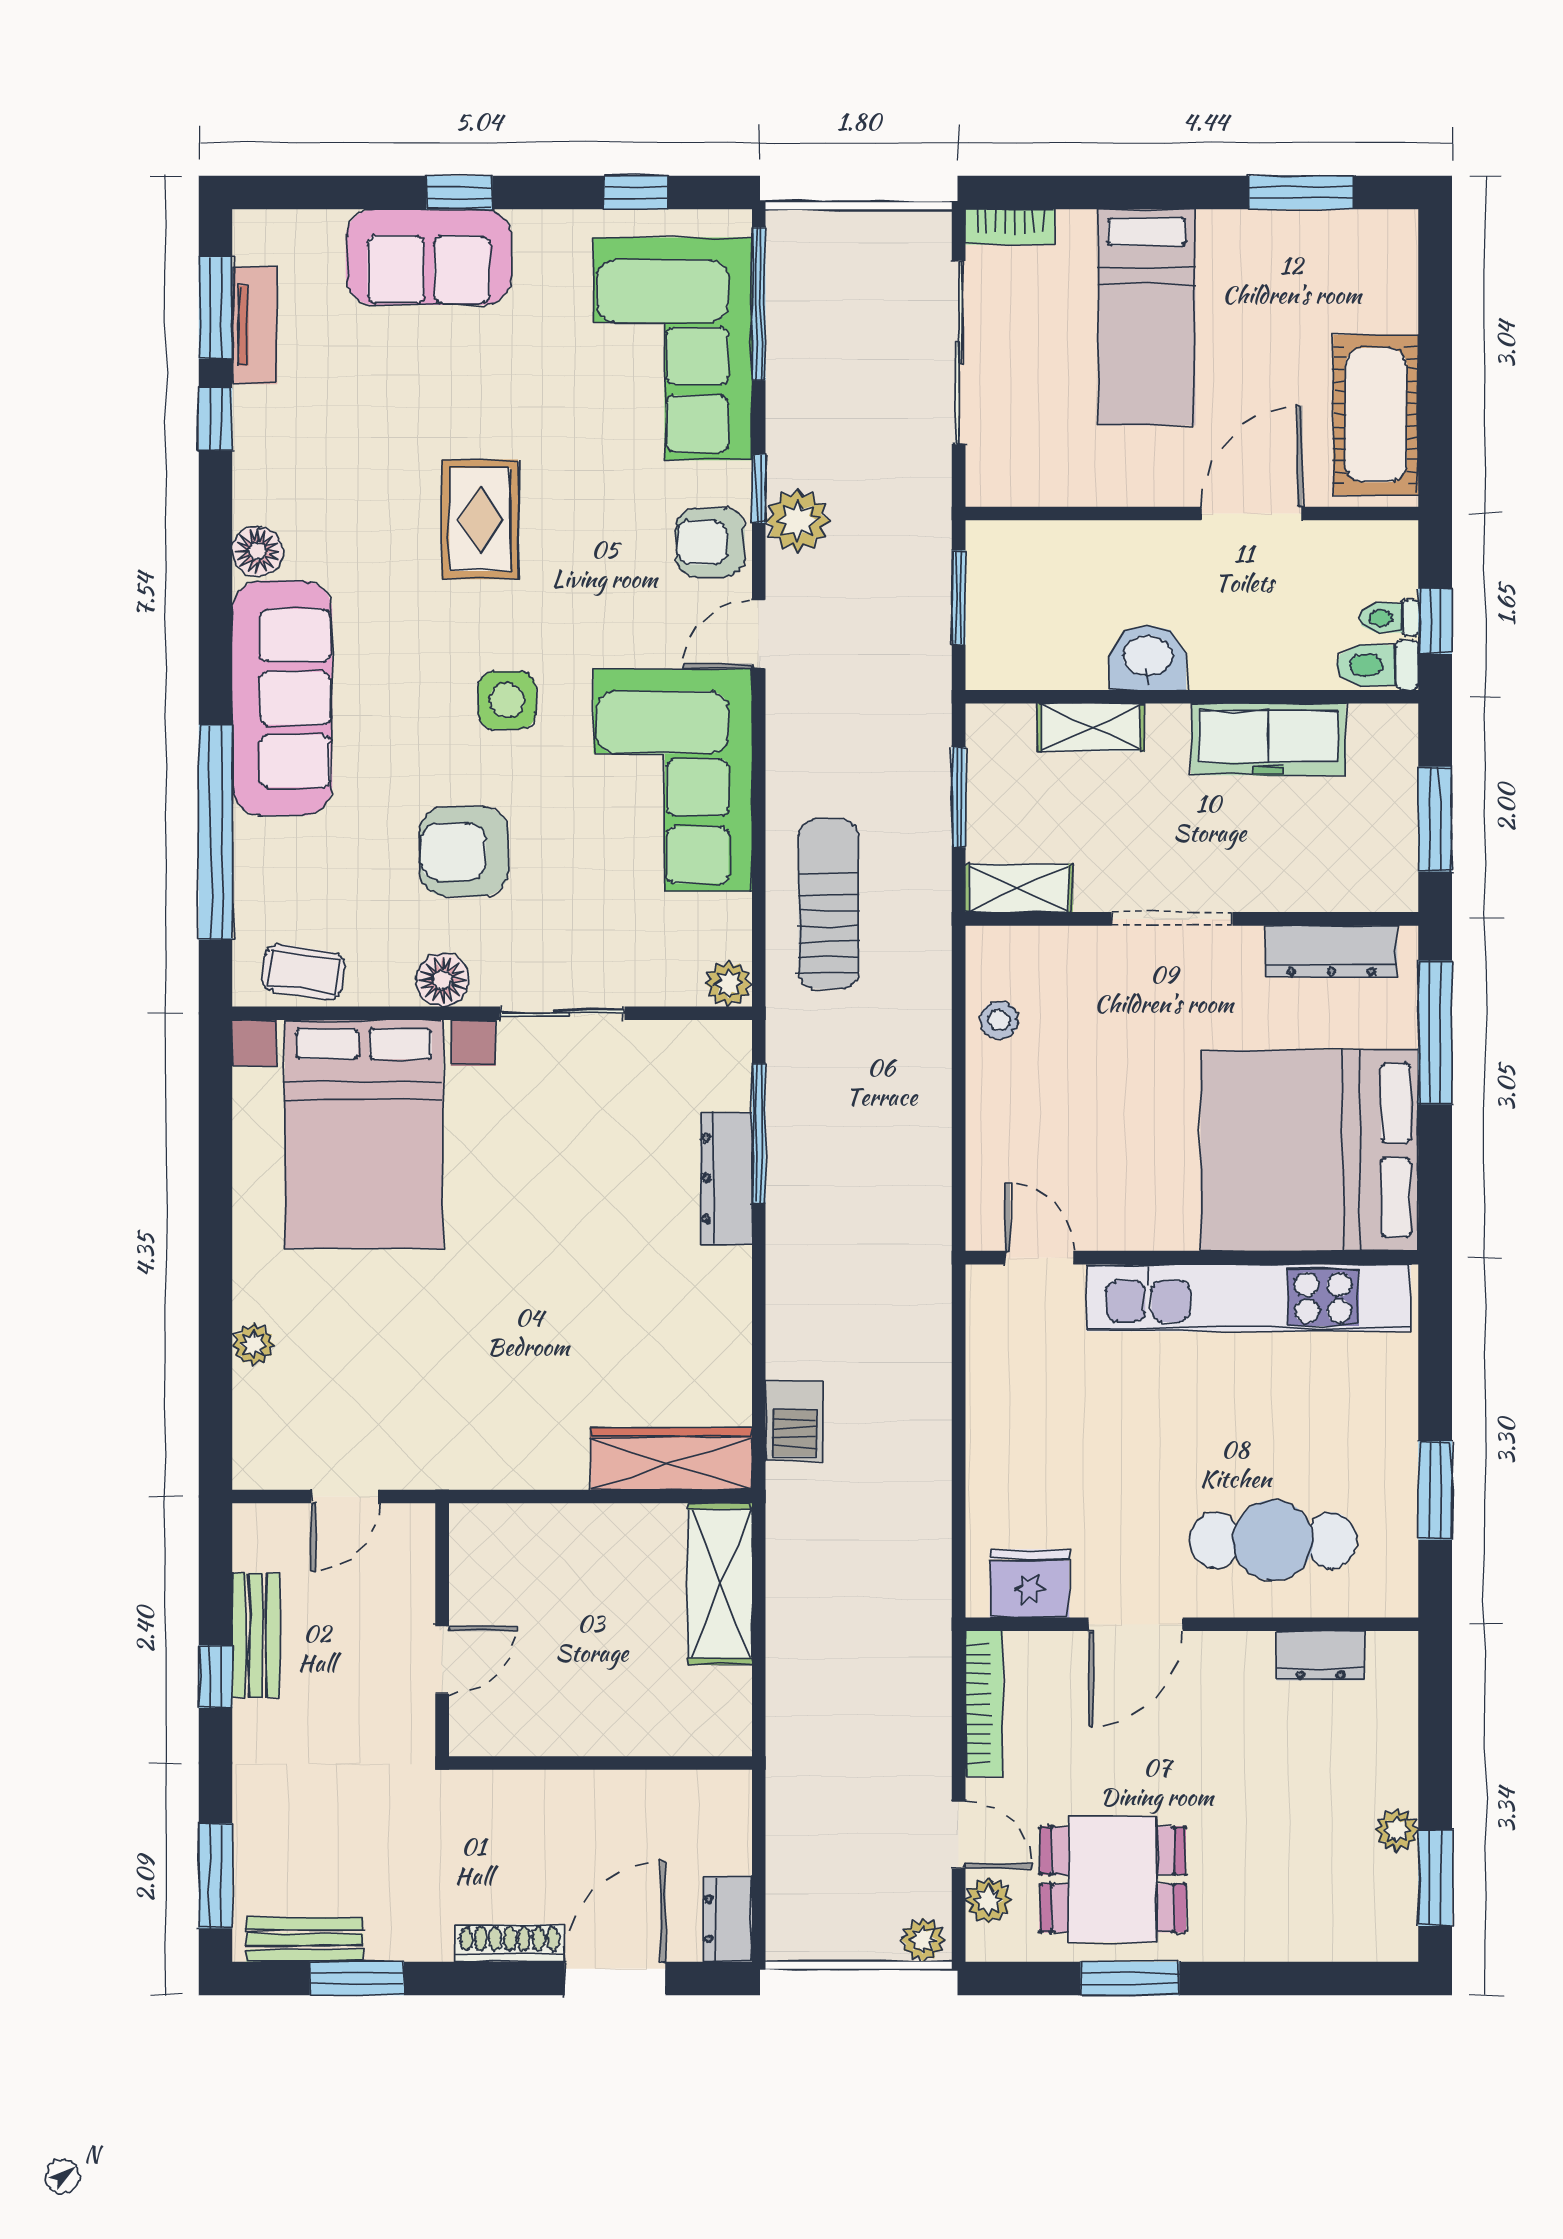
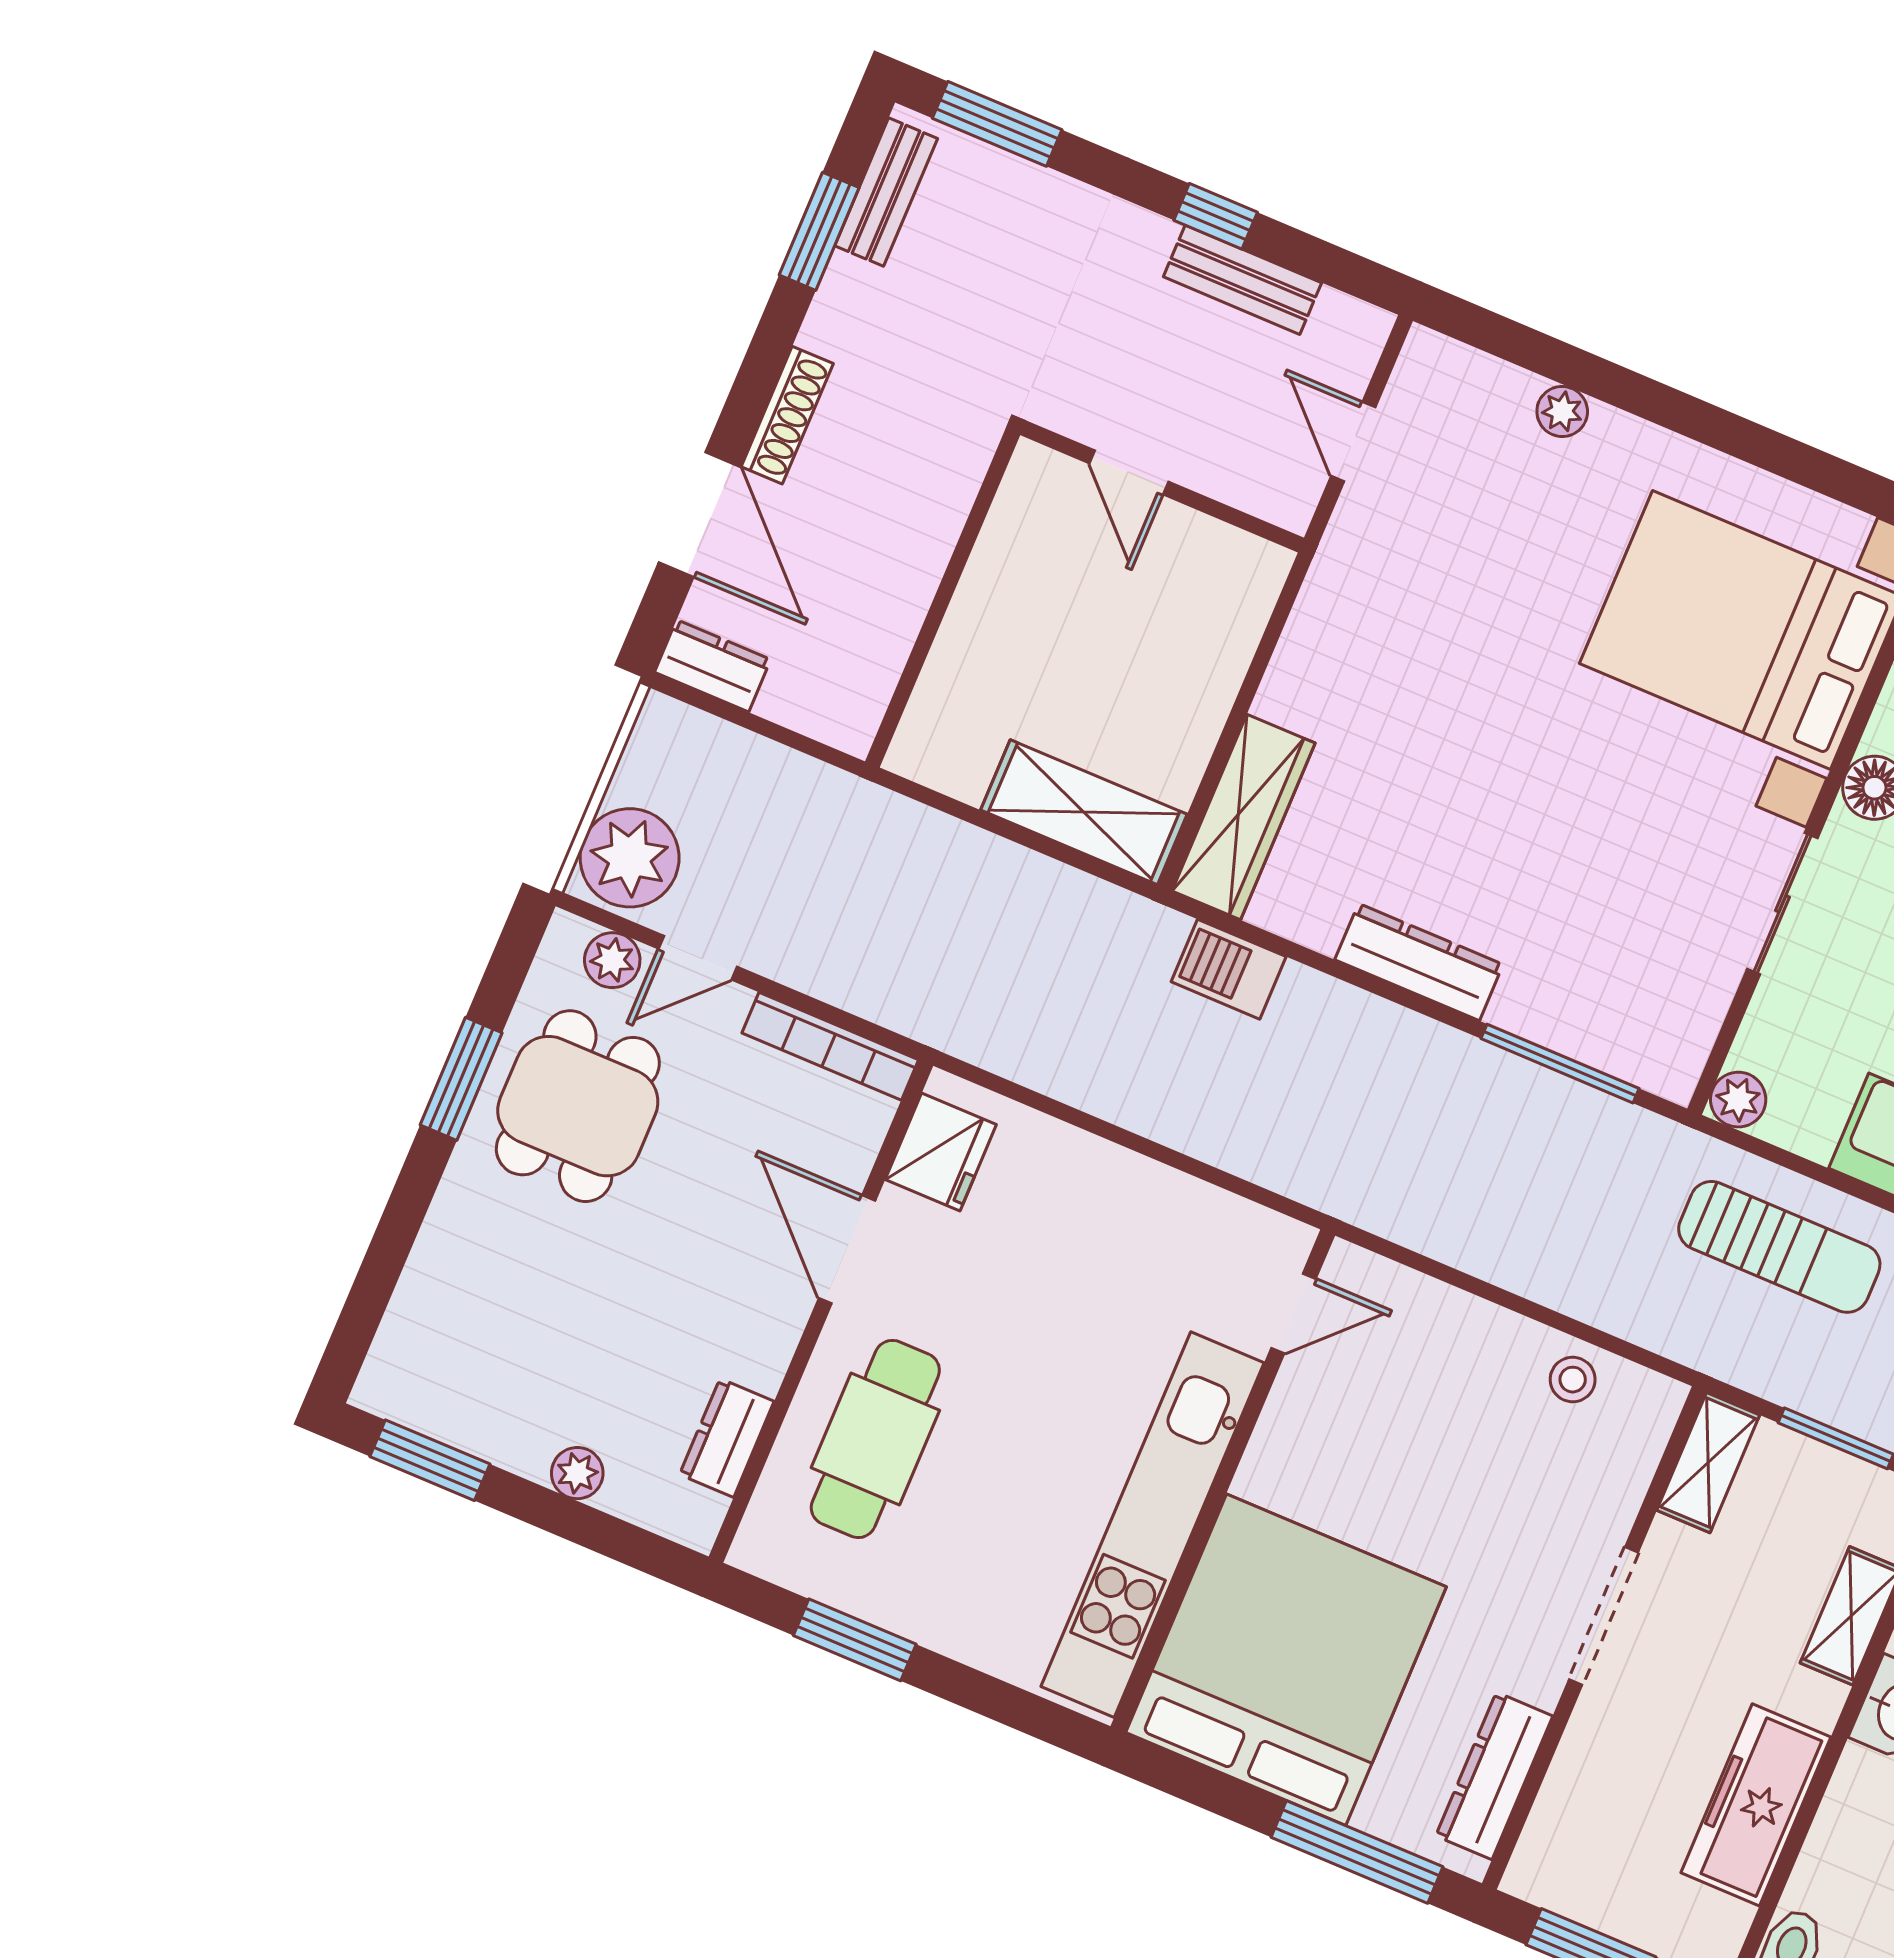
dresser: (726, 1178) -> (1419, 962), moved
plant: (1397, 1830) -> (577, 1473), moved
plant: (923, 1940) -> (630, 858), width x1.87, depth x1.87

